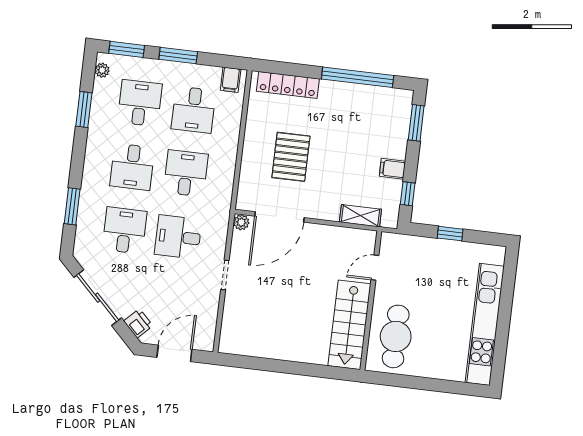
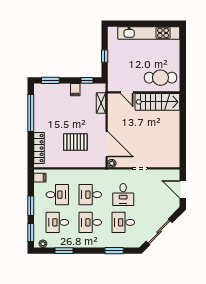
desk: (132, 167) -> (90, 222), turned 180
printer: (138, 323) -> (170, 210), removed

